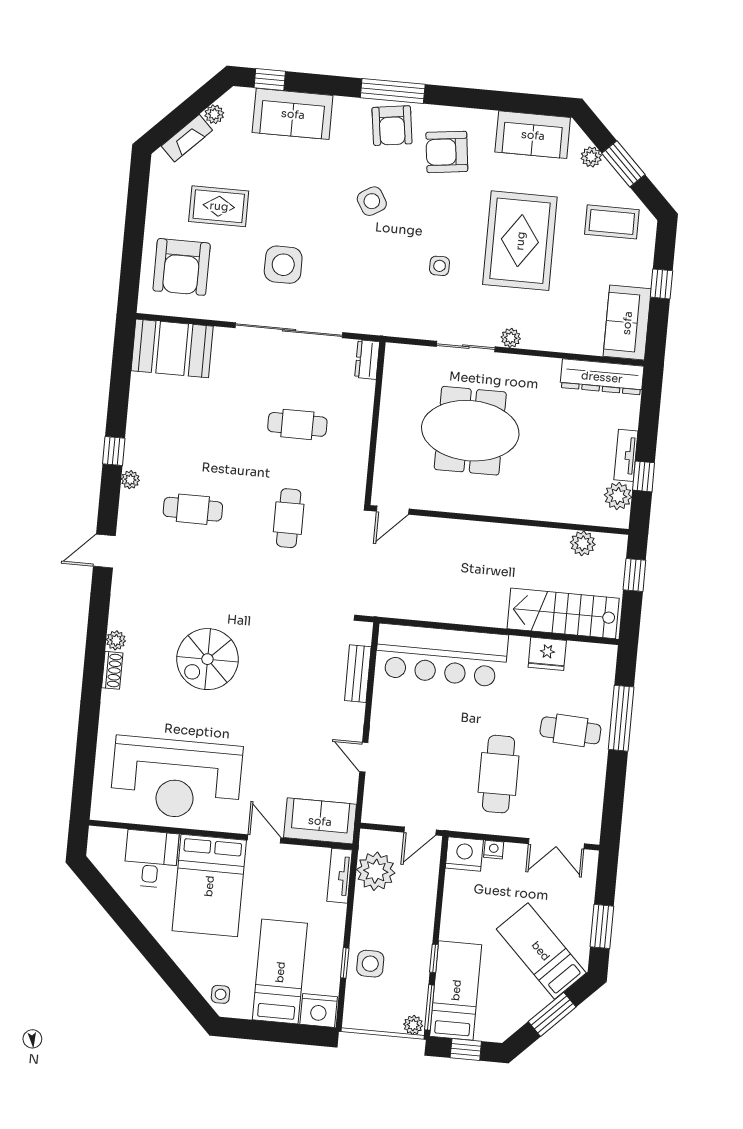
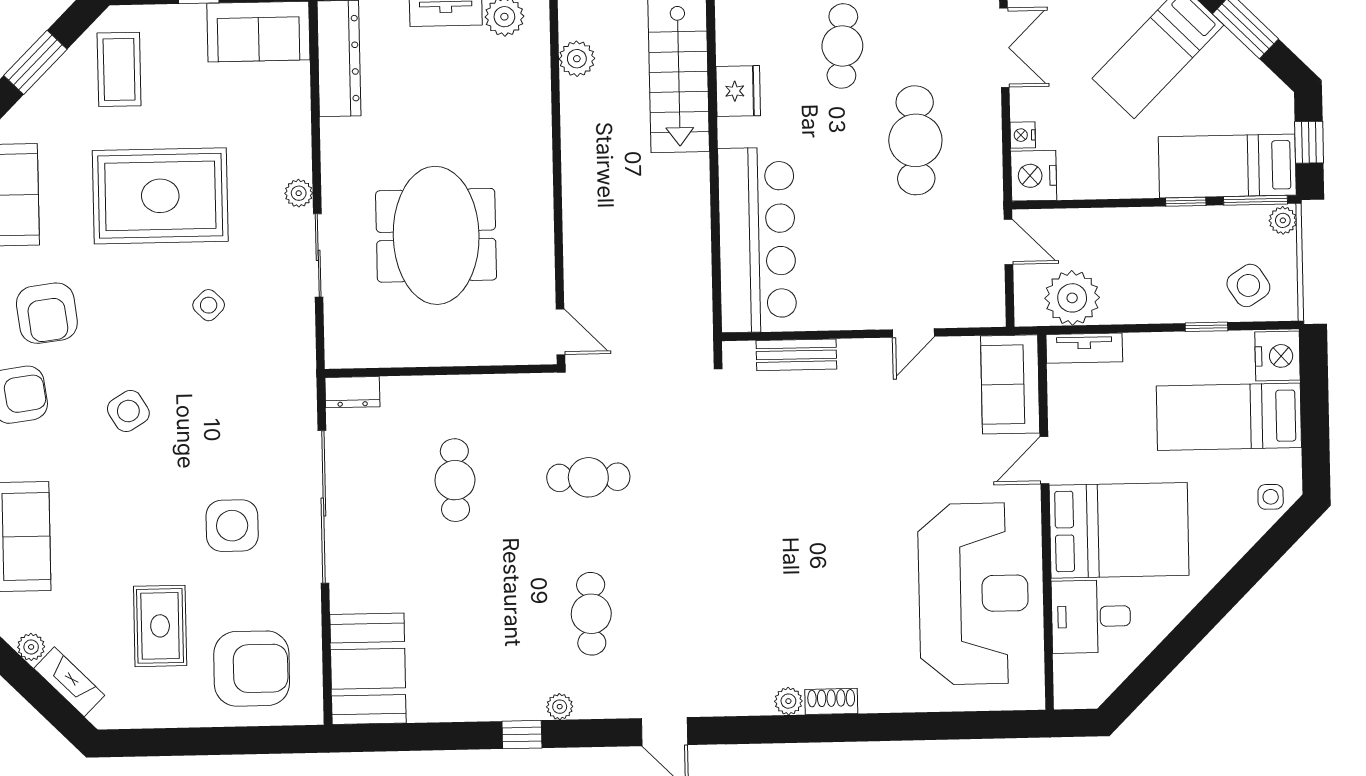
plant: (591, 157) -> (31, 109), removed
side table: (440, 266) -> (209, 305), turned 45
spiral stairs: (207, 659) -> (800, 569), removed
cafe table: (499, 774) -> (915, 140), turned 90
side table: (370, 964) -> (1248, 285), moved, turned -33

